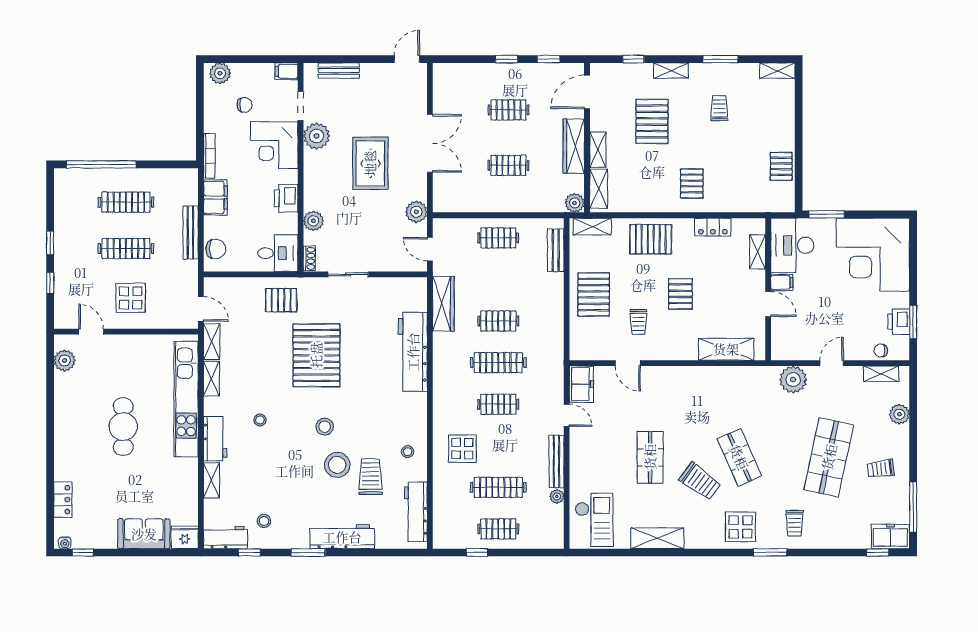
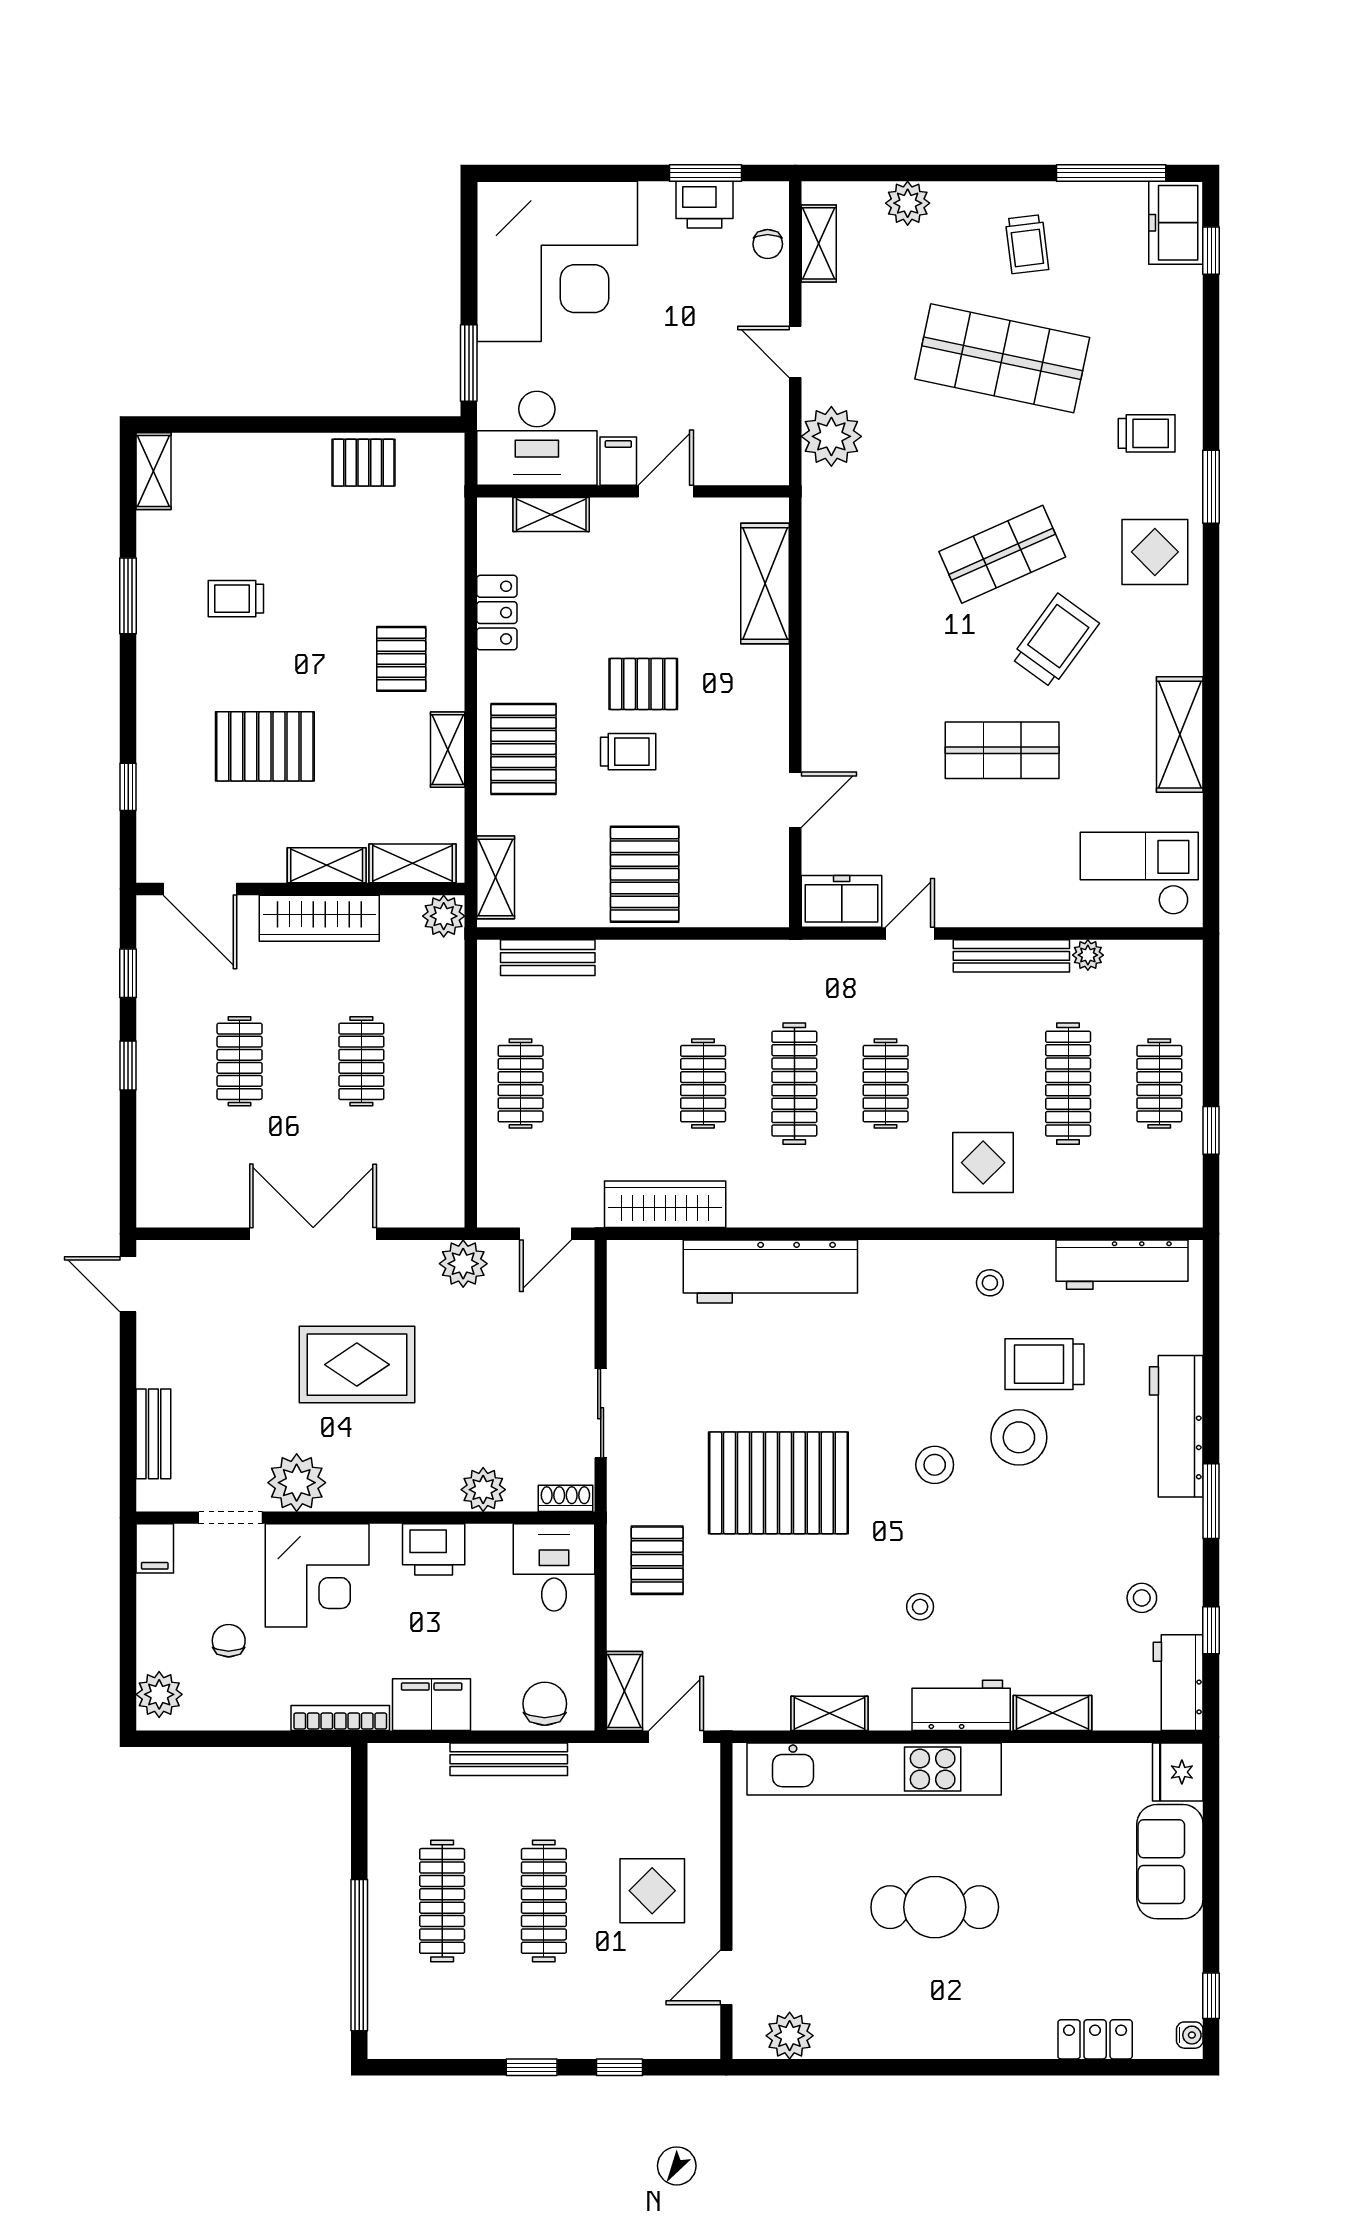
shelving: (671, 71) -> (448, 750), moved
pallet: (692, 184) -> (401, 659), turned 90
pallet: (594, 294) -> (645, 874), turned 90
trolley: (638, 322) -> (628, 752), moved
shelving: (212, 342) -> (625, 1691), moved, turned 90

